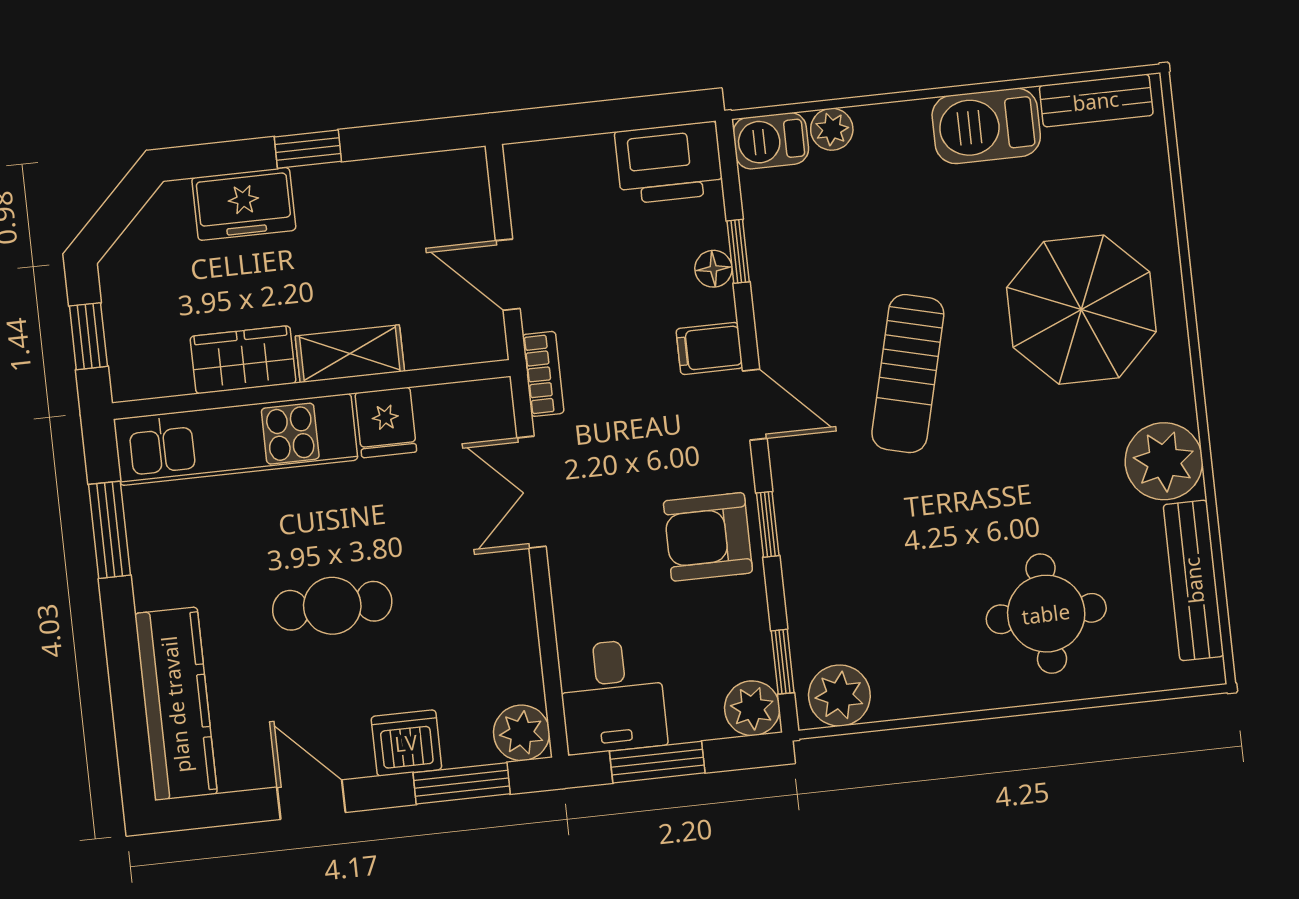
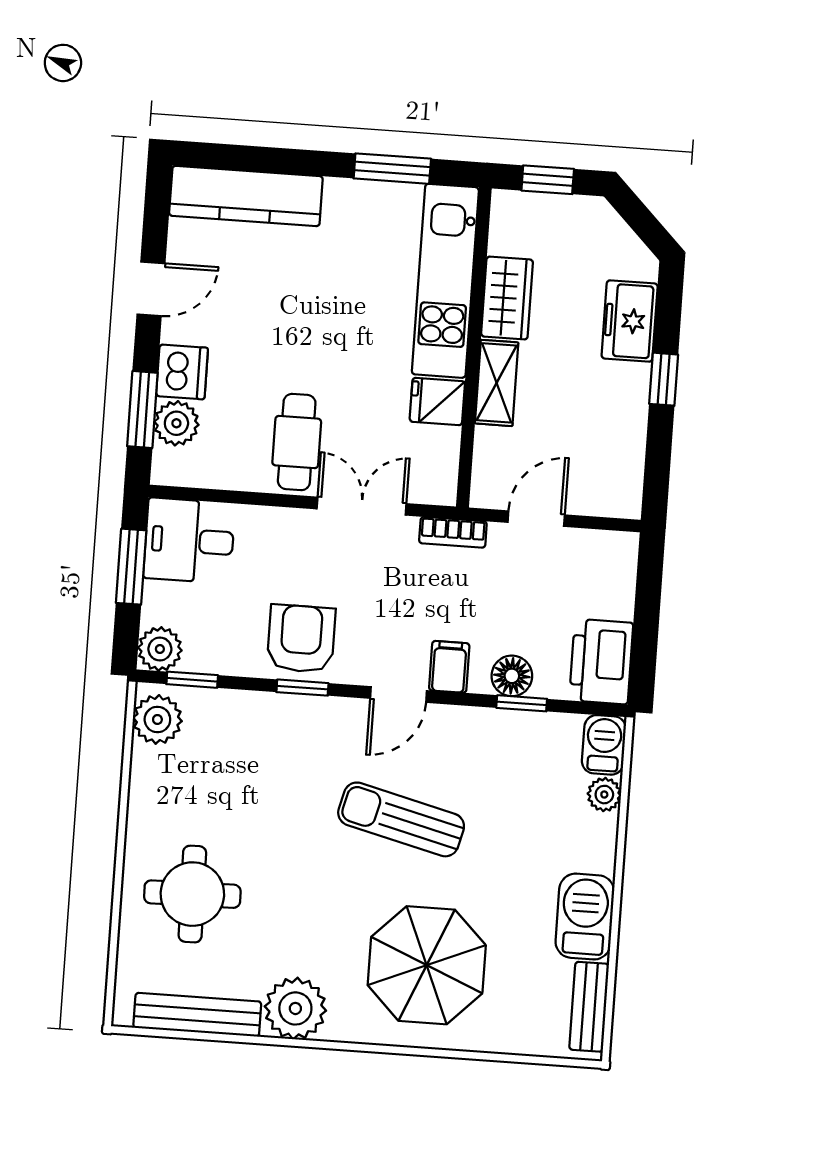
floor lamp: (713, 269) -> (512, 676), width x1.37, depth x1.37
cafe table: (332, 606) -> (297, 442), moved
plant: (522, 733) -> (176, 423), moved

